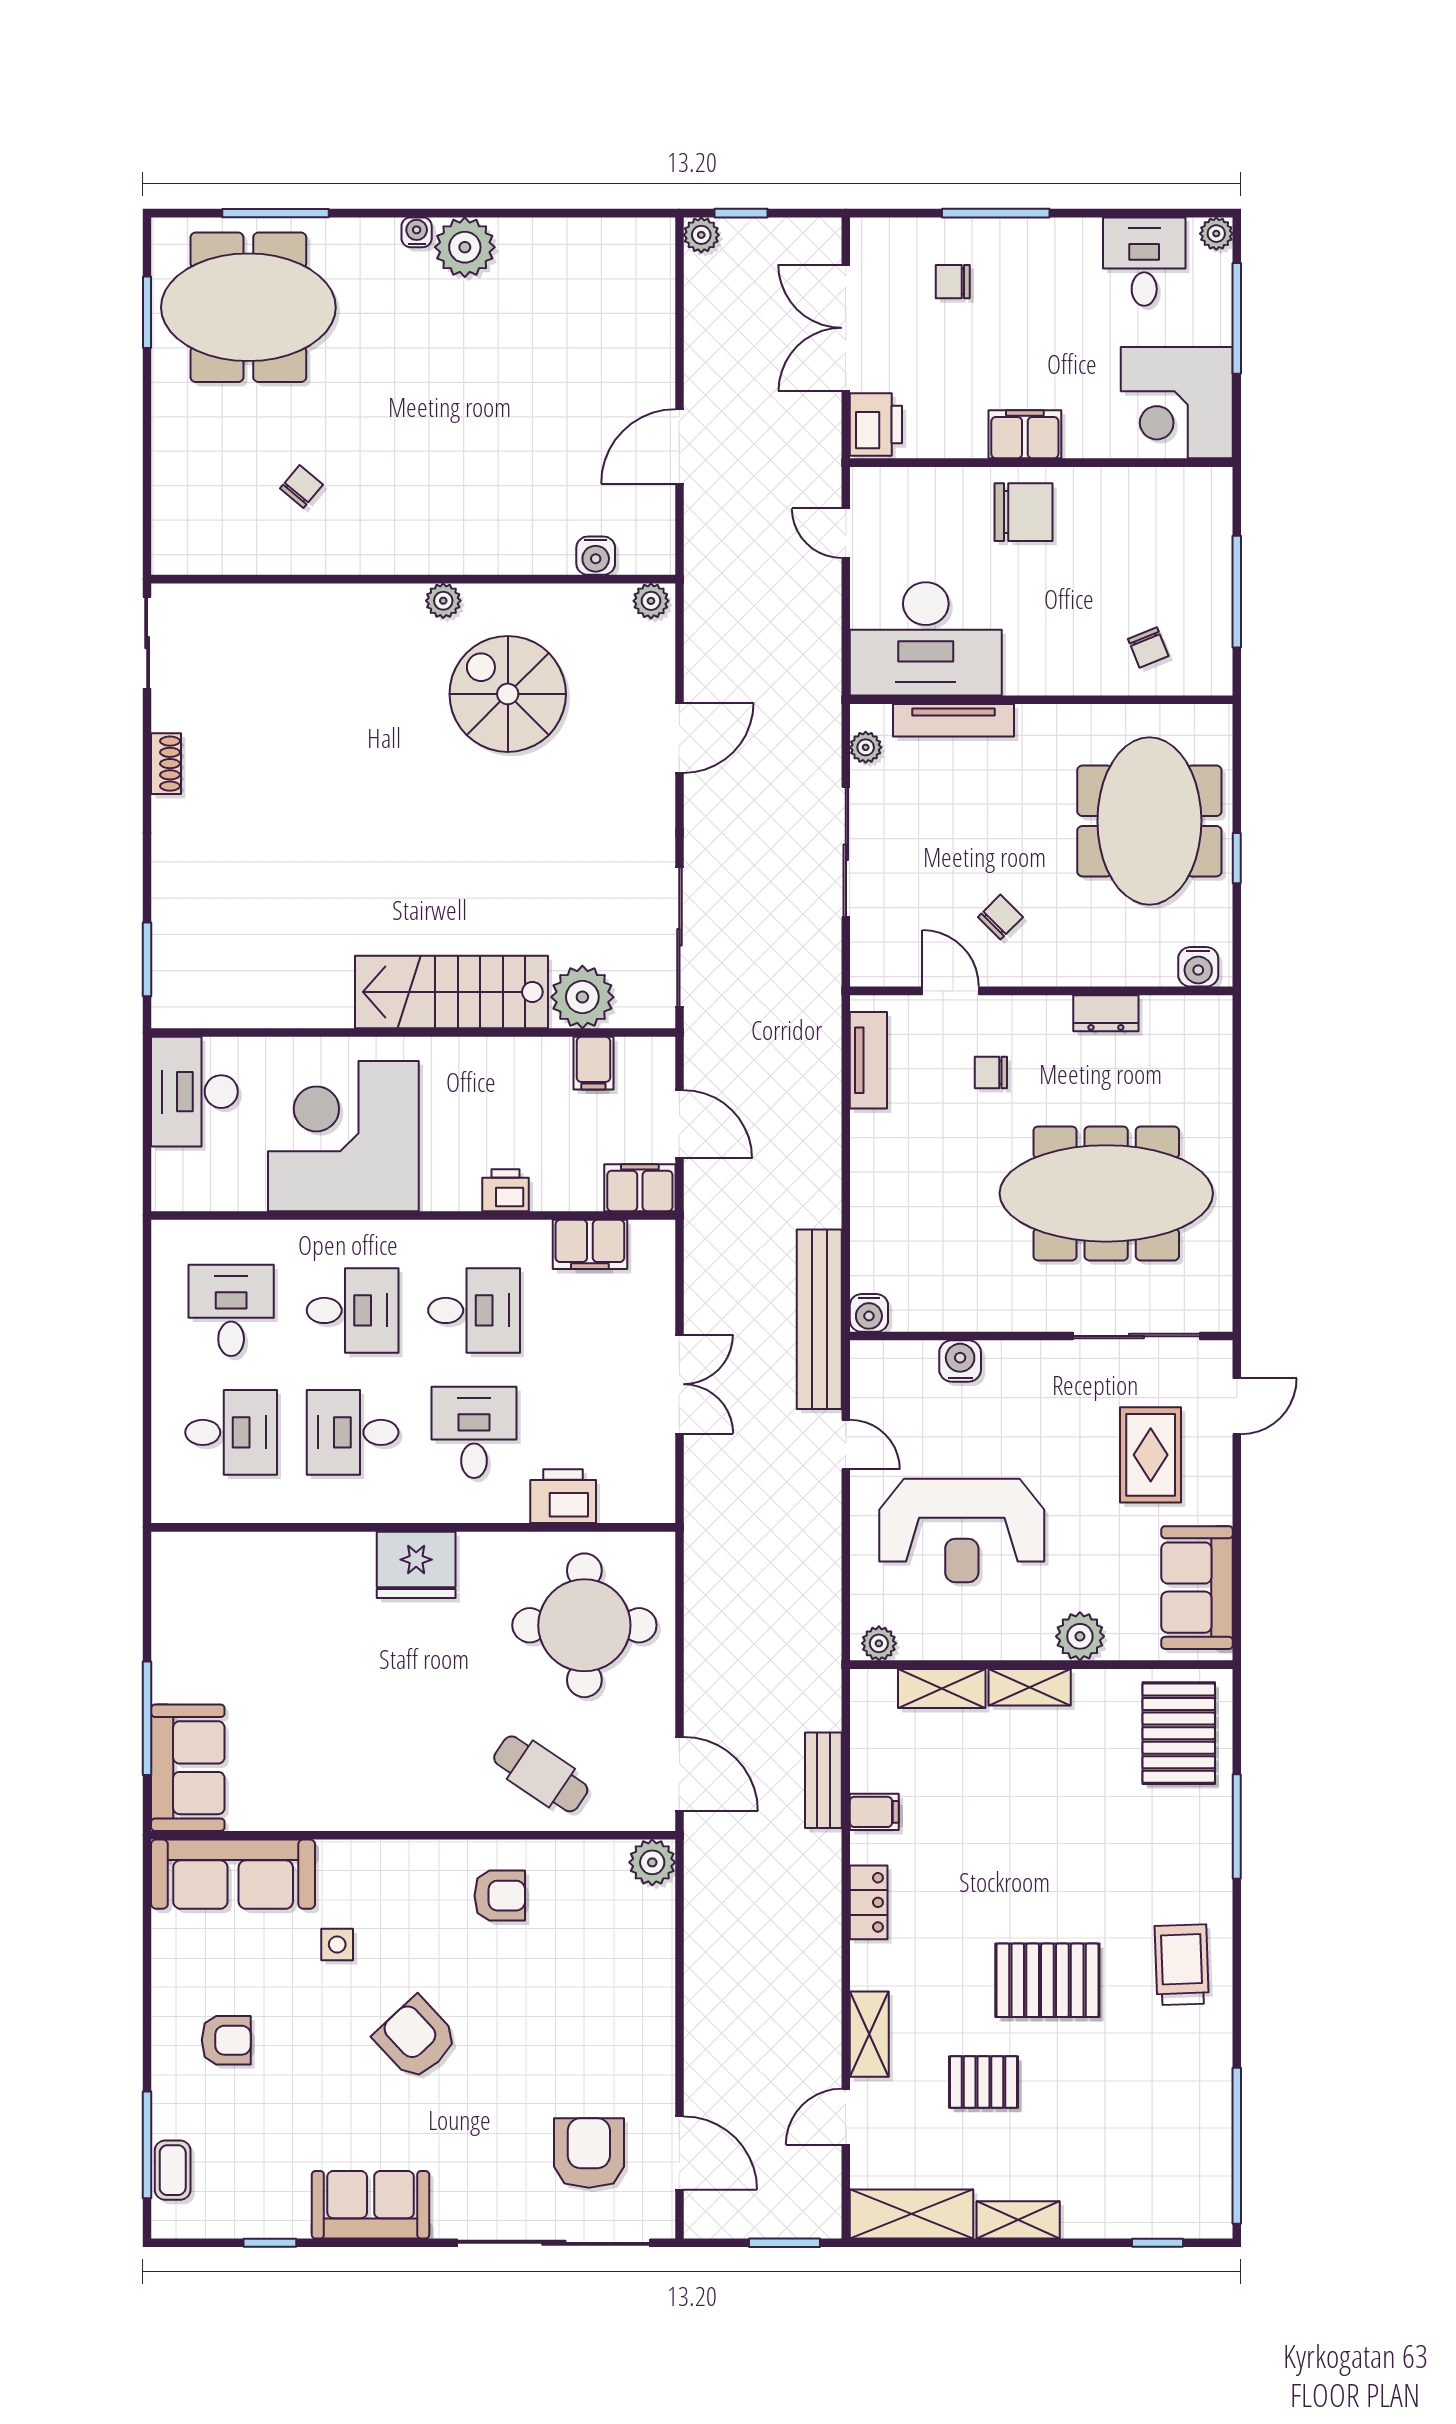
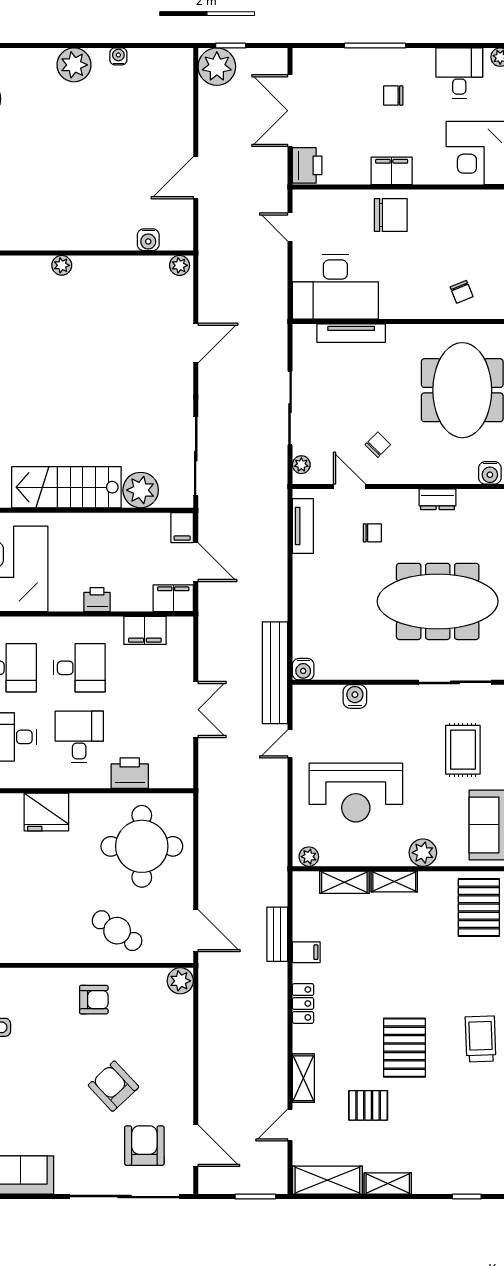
water cooler: (417, 232) -> (118, 56), moved
plant: (701, 235) -> (217, 67), width x1.88, depth x1.88
chair: (953, 282) -> (393, 96), moved
spiral stairs: (508, 694) -> (98, 318), removed
plant: (866, 747) -> (301, 465), moved
filing cabinet: (593, 1063) -> (182, 528), moved
chair: (991, 1072) -> (372, 533), turned 180
door: (846, 1445) -> (290, 744), swing flipped
pallet: (1047, 1980) -> (404, 1048), turned 90
armchair: (416, 2038) -> (113, 1086), moved

